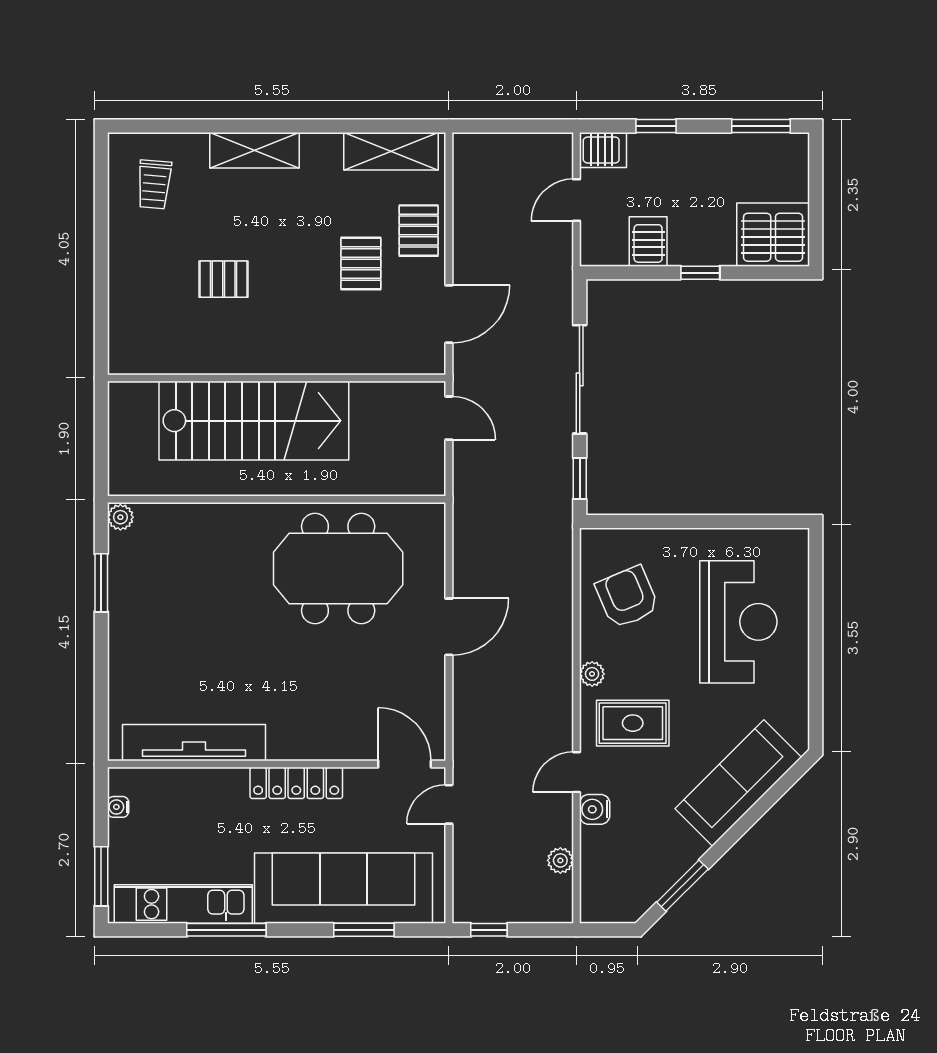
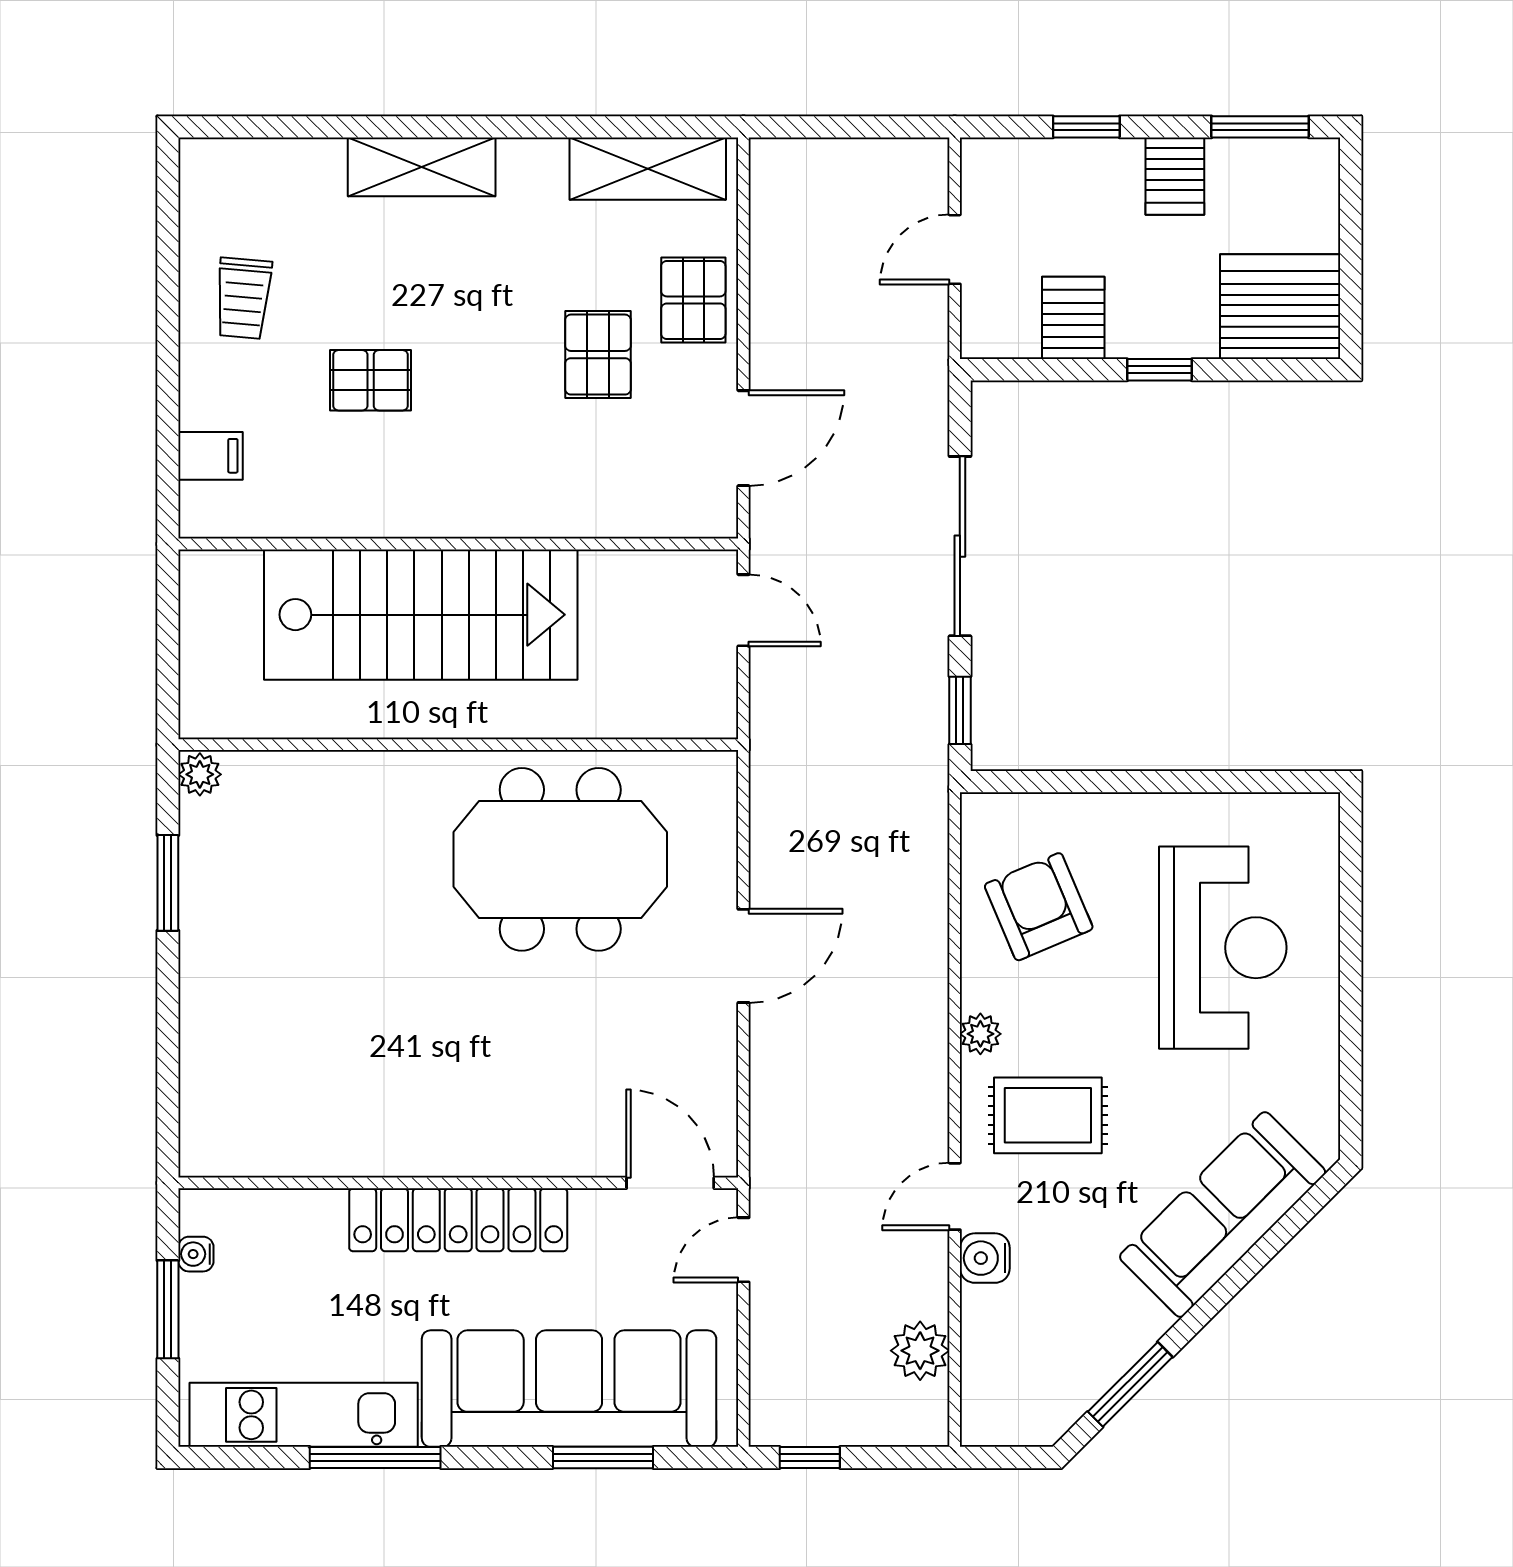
server rack: (603, 150) -> (1175, 176), moved, turned 90
trolley: (154, 184) -> (243, 298), moved
filing cabinet: (127, 325) -> (210, 456), added
tv unit: (194, 743) -> (322, 1147), removed
locker: (296, 783) -> (458, 1220), width x1.41, depth x1.21
plant: (560, 860) -> (920, 1351), width x1.38, depth x1.38
window: (101, 876) -> (168, 1309), moved

